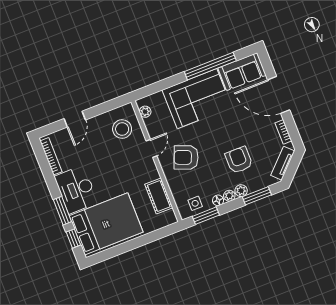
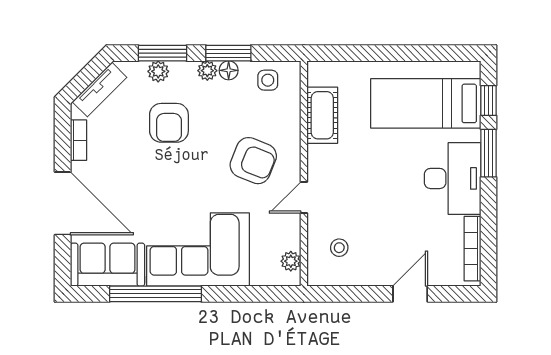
stool: (122, 129) -> (339, 248), width x0.53, depth x0.53
plant: (241, 191) -> (158, 71), moved
window: (206, 216) -> (228, 53), moved
bed: (106, 224) -> (426, 103), width x0.67

